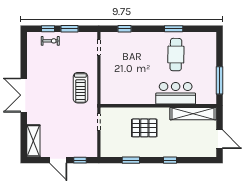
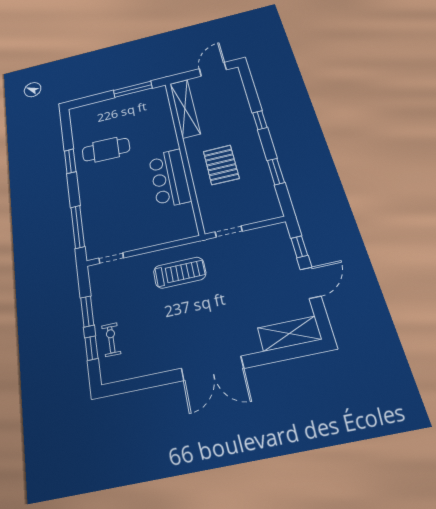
window: (125, 29) -> (78, 227), width x2.17
bar counter: (176, 93) -> (170, 178), moved

